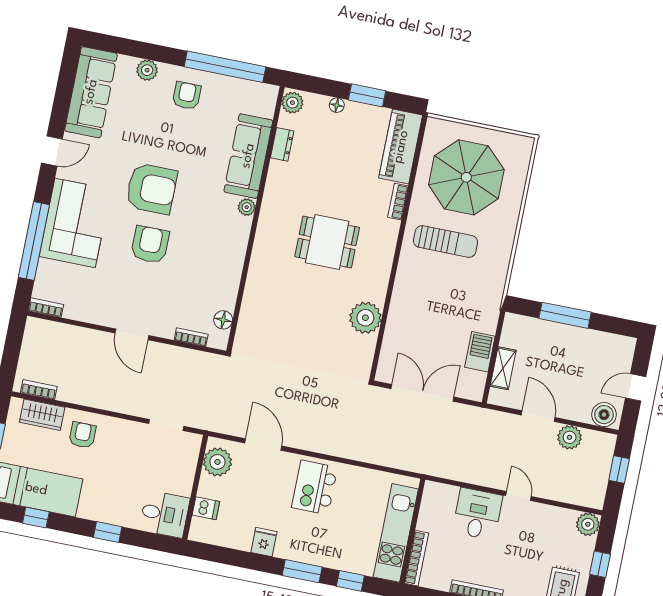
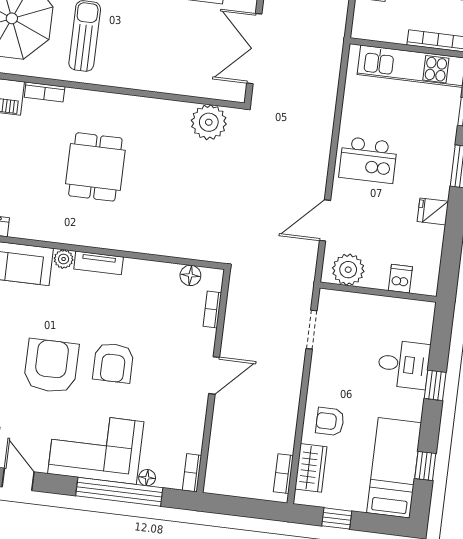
tv unit: (241, 238) -> (99, 263), added
armchair: (150, 245) -> (113, 363), turned -90
floor lamp: (45, 267) -> (147, 478), added
plant: (365, 318) -> (209, 122), moved
desk: (165, 514) -> (404, 364), moved, turned 90

